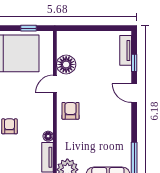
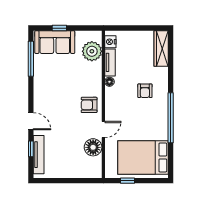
tv unit: (126, 50) -> (39, 155), width x1.41
armchair: (71, 111) -> (89, 105), turned 90

